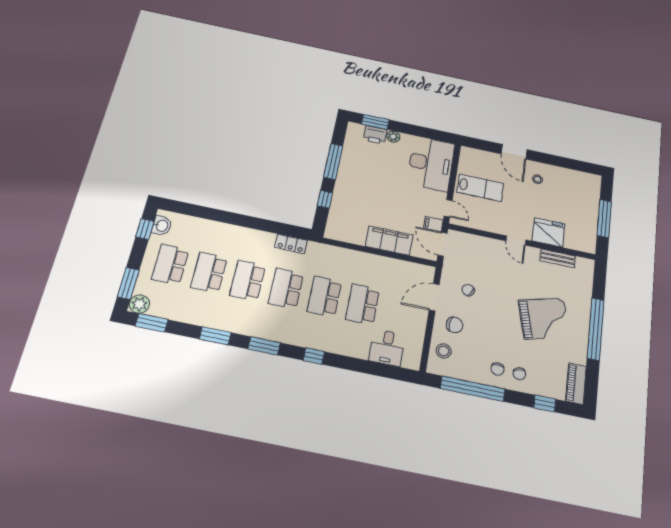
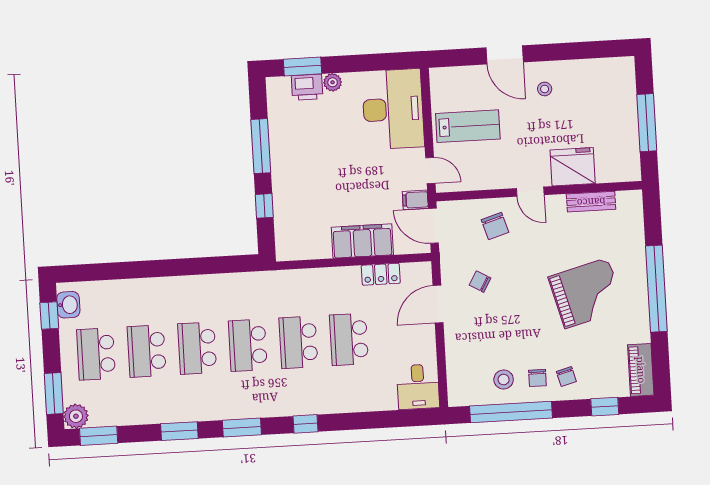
locker: (291, 244) -> (381, 274), moved
chair: (455, 325) -> (495, 226), moved, turned 67
desk: (387, 348) -> (418, 387), moved
stool: (444, 351) -> (504, 380), moved

